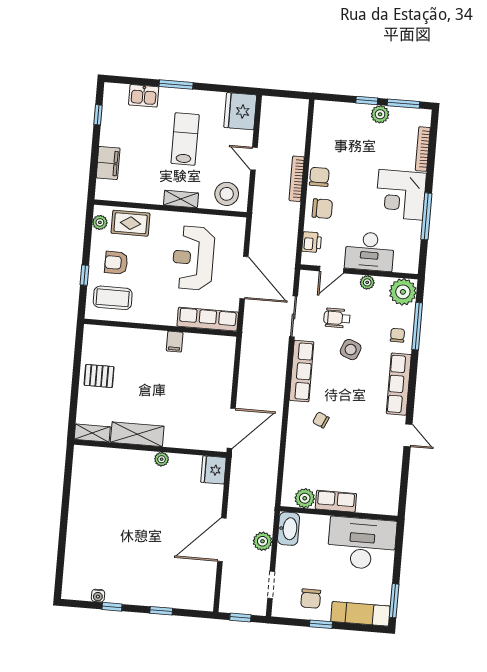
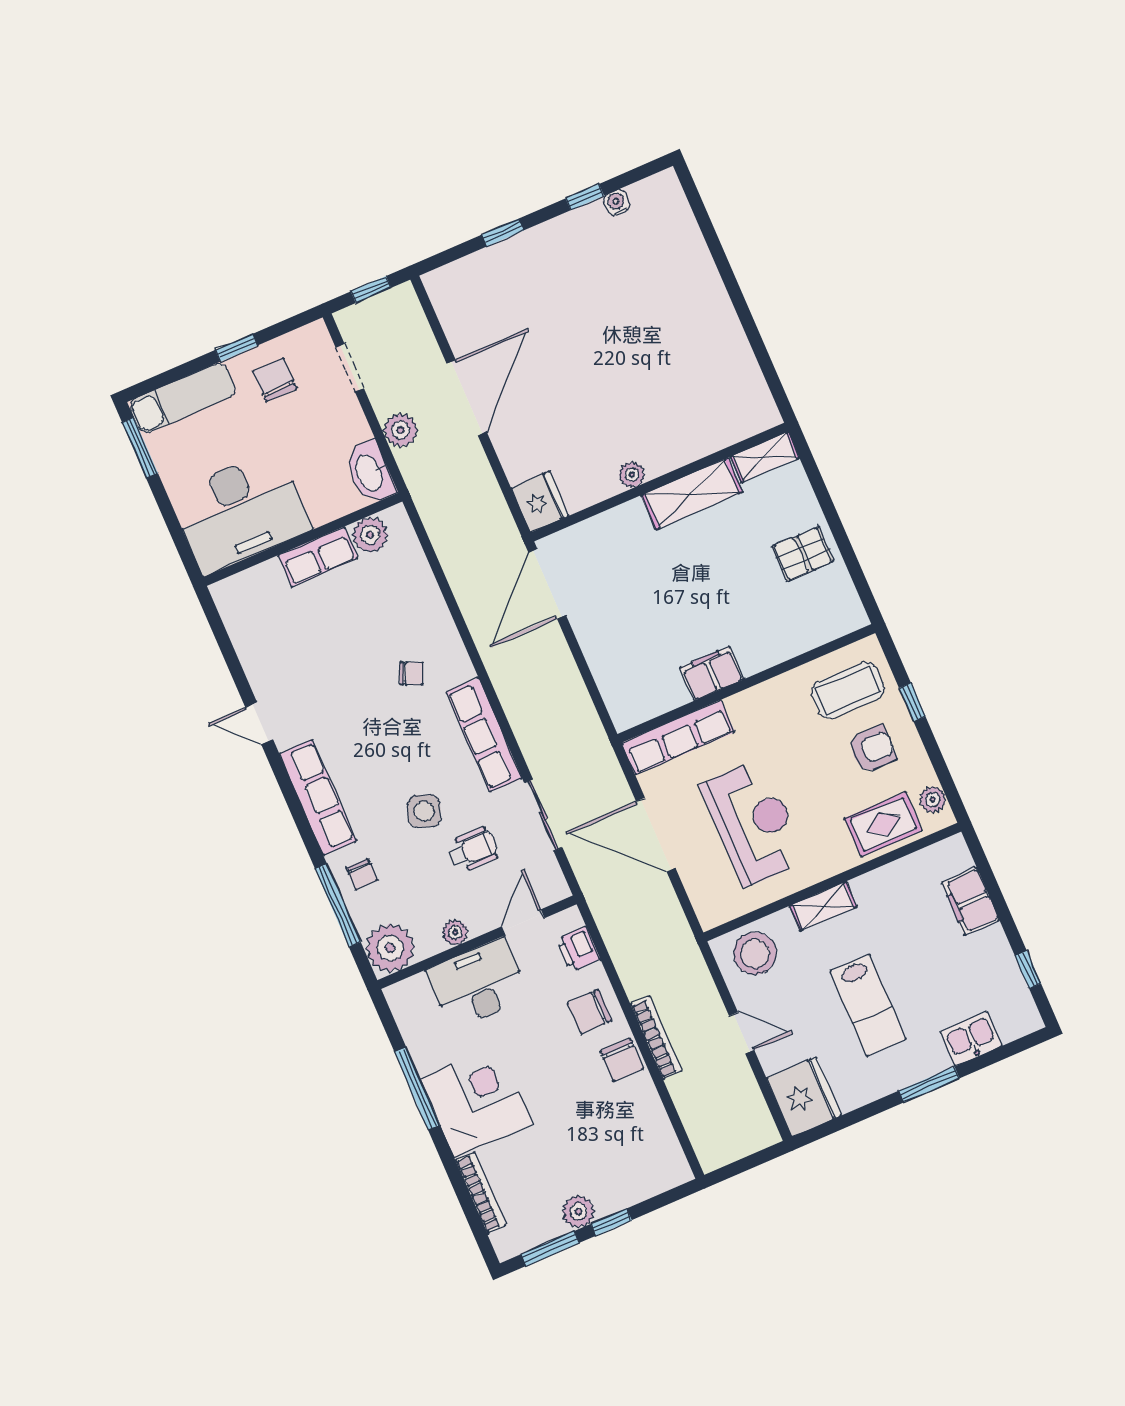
filing cabinet: (175, 342) -> (712, 673), width x2.00

